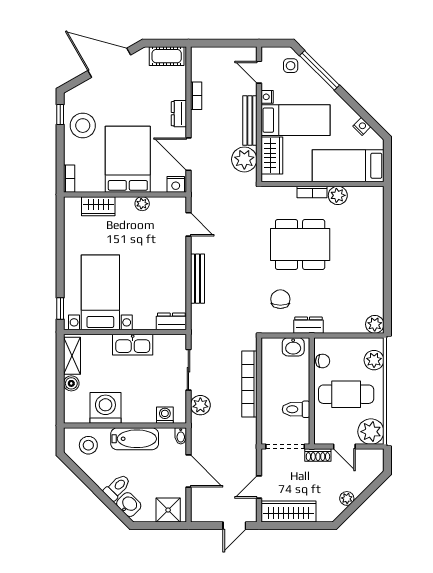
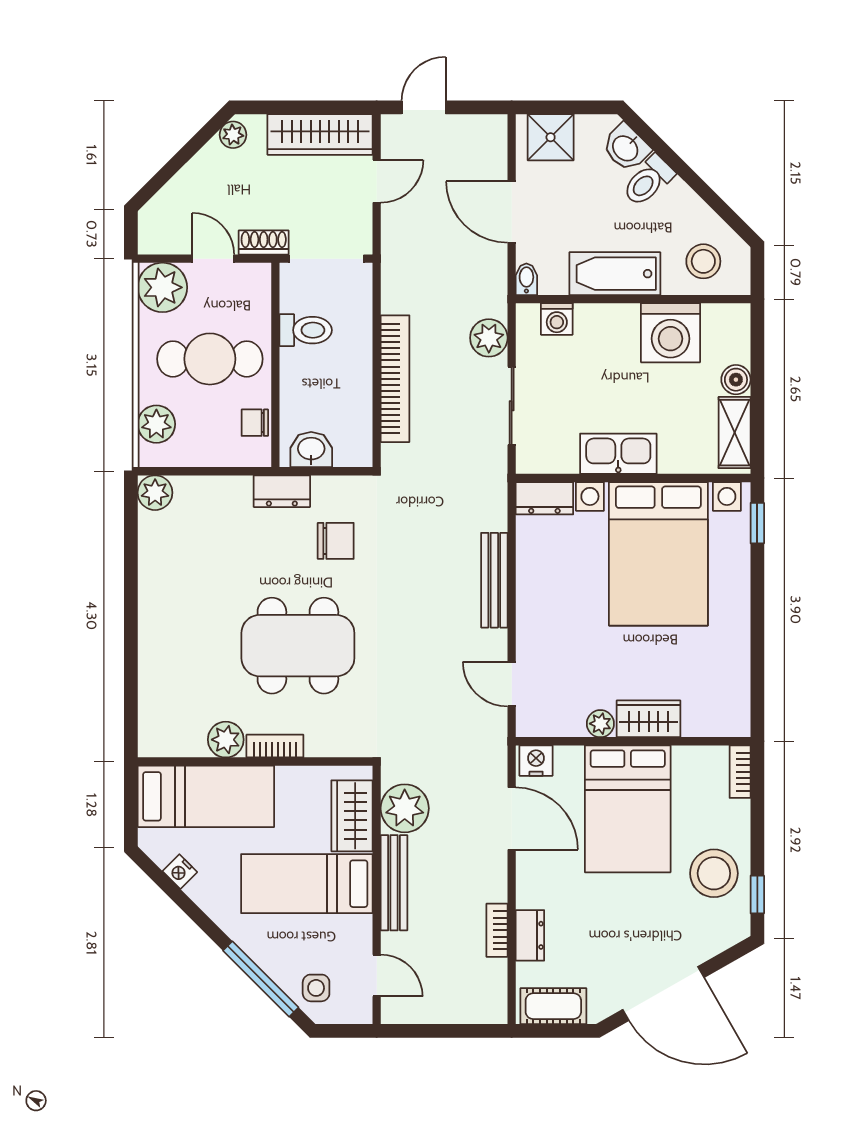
nightstand: (267, 97) -> (361, 928), removed
dresser: (179, 114) -> (530, 935), moved
wardrobe: (98, 206) -> (649, 719), moved
bed with nightstands: (100, 292) -> (658, 554), width x1.36
chair: (280, 299) -> (336, 541), turned -90
plant: (347, 498) -> (233, 135), moved

